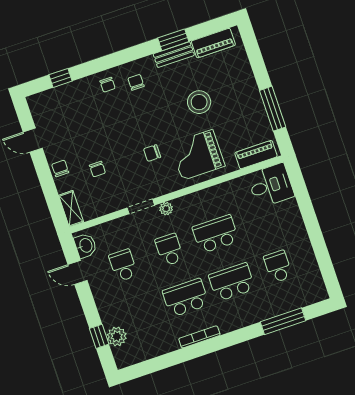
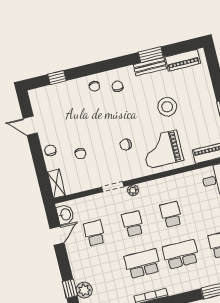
school desk: (216, 234) -> (171, 214), width x0.54
door: (78, 273) -> (57, 236), swing flipped

